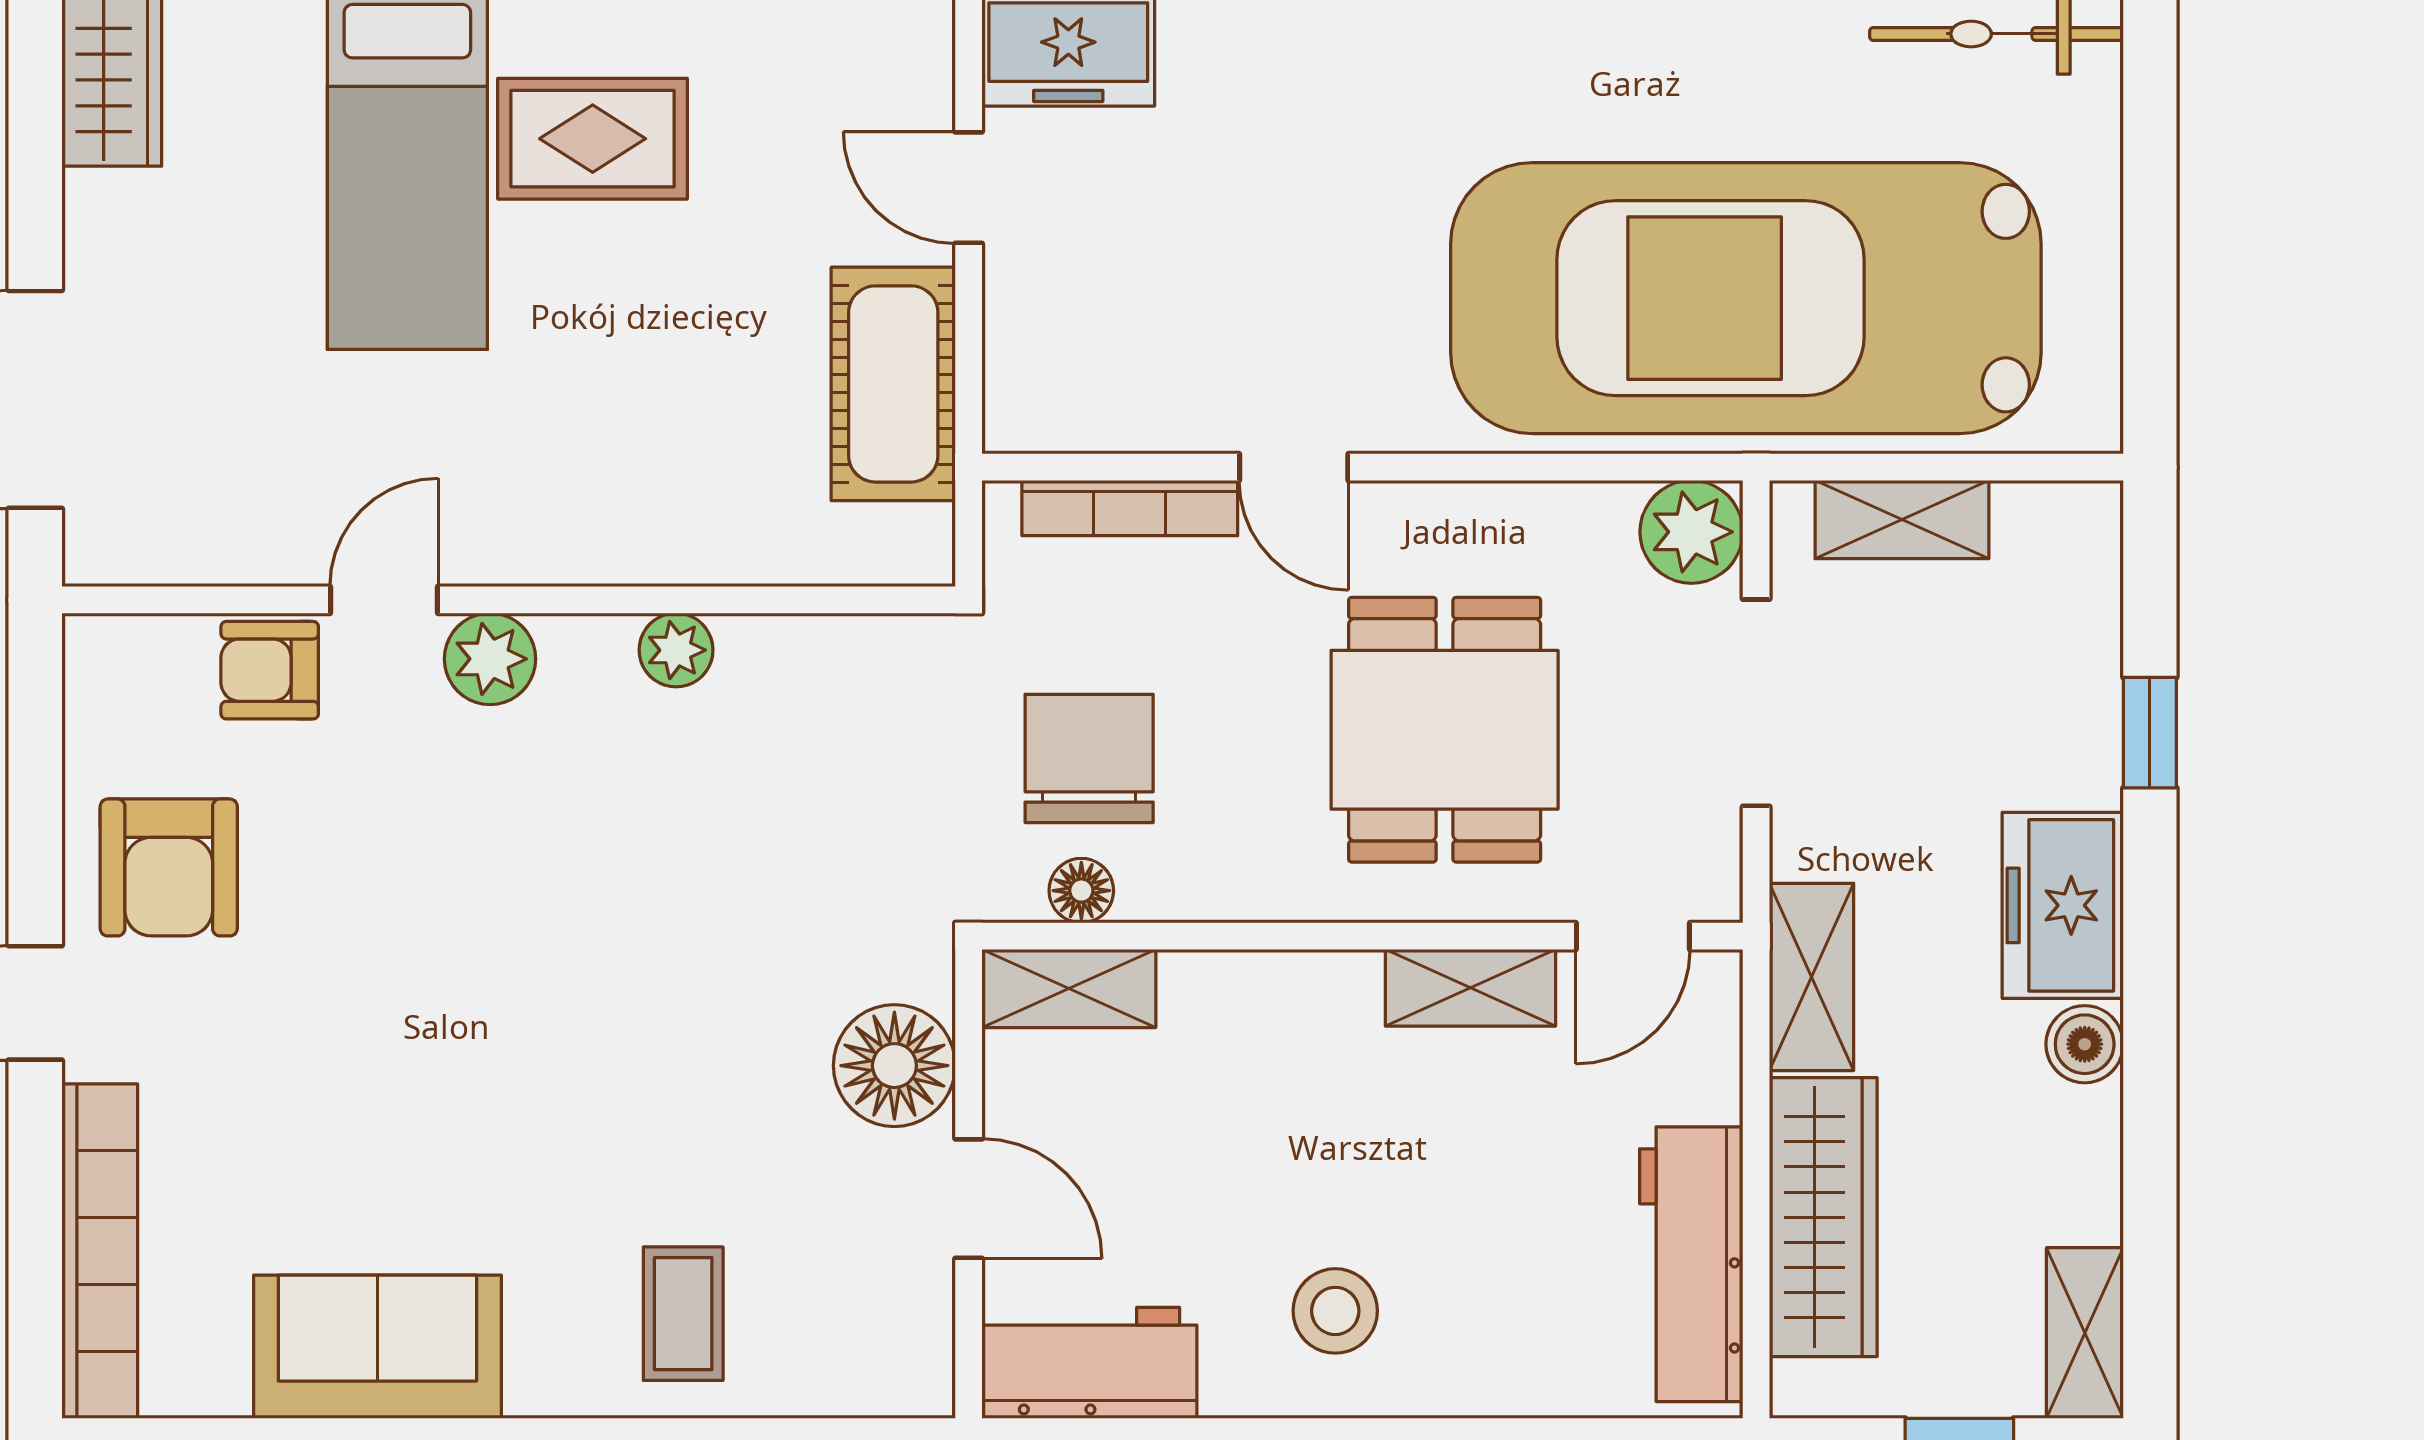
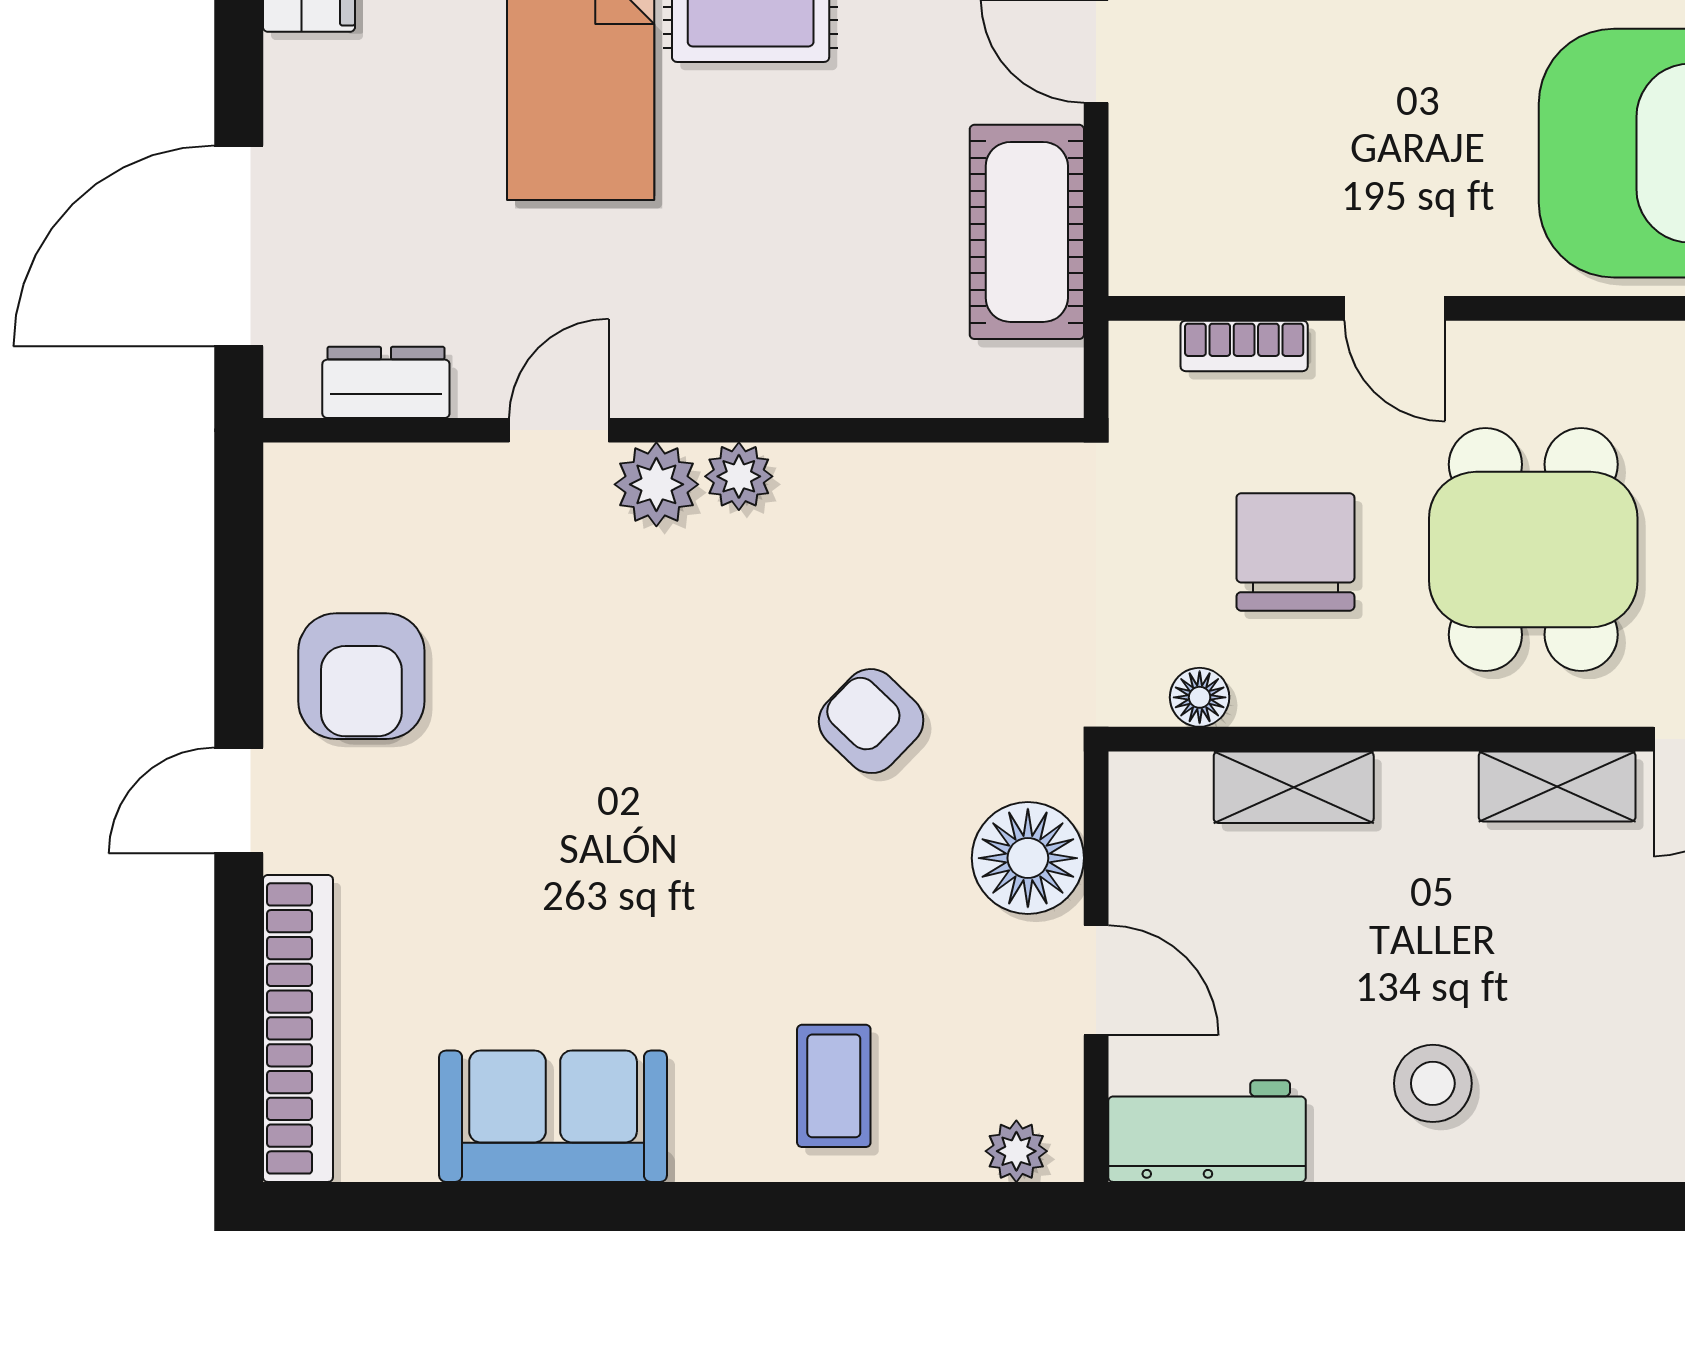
bookcase: (1130, 508) -> (1244, 346), width x0.64
dresser: (196, 548) -> (386, 382), added
plant: (676, 650) -> (739, 476), moved
armchair: (270, 670) -> (871, 721), moved, turned 44
chair: (1089, 758) -> (1295, 552), moved
shelving: (1069, 988) -> (1294, 787), moved
plant: (882, 1385) -> (1016, 1151), added

